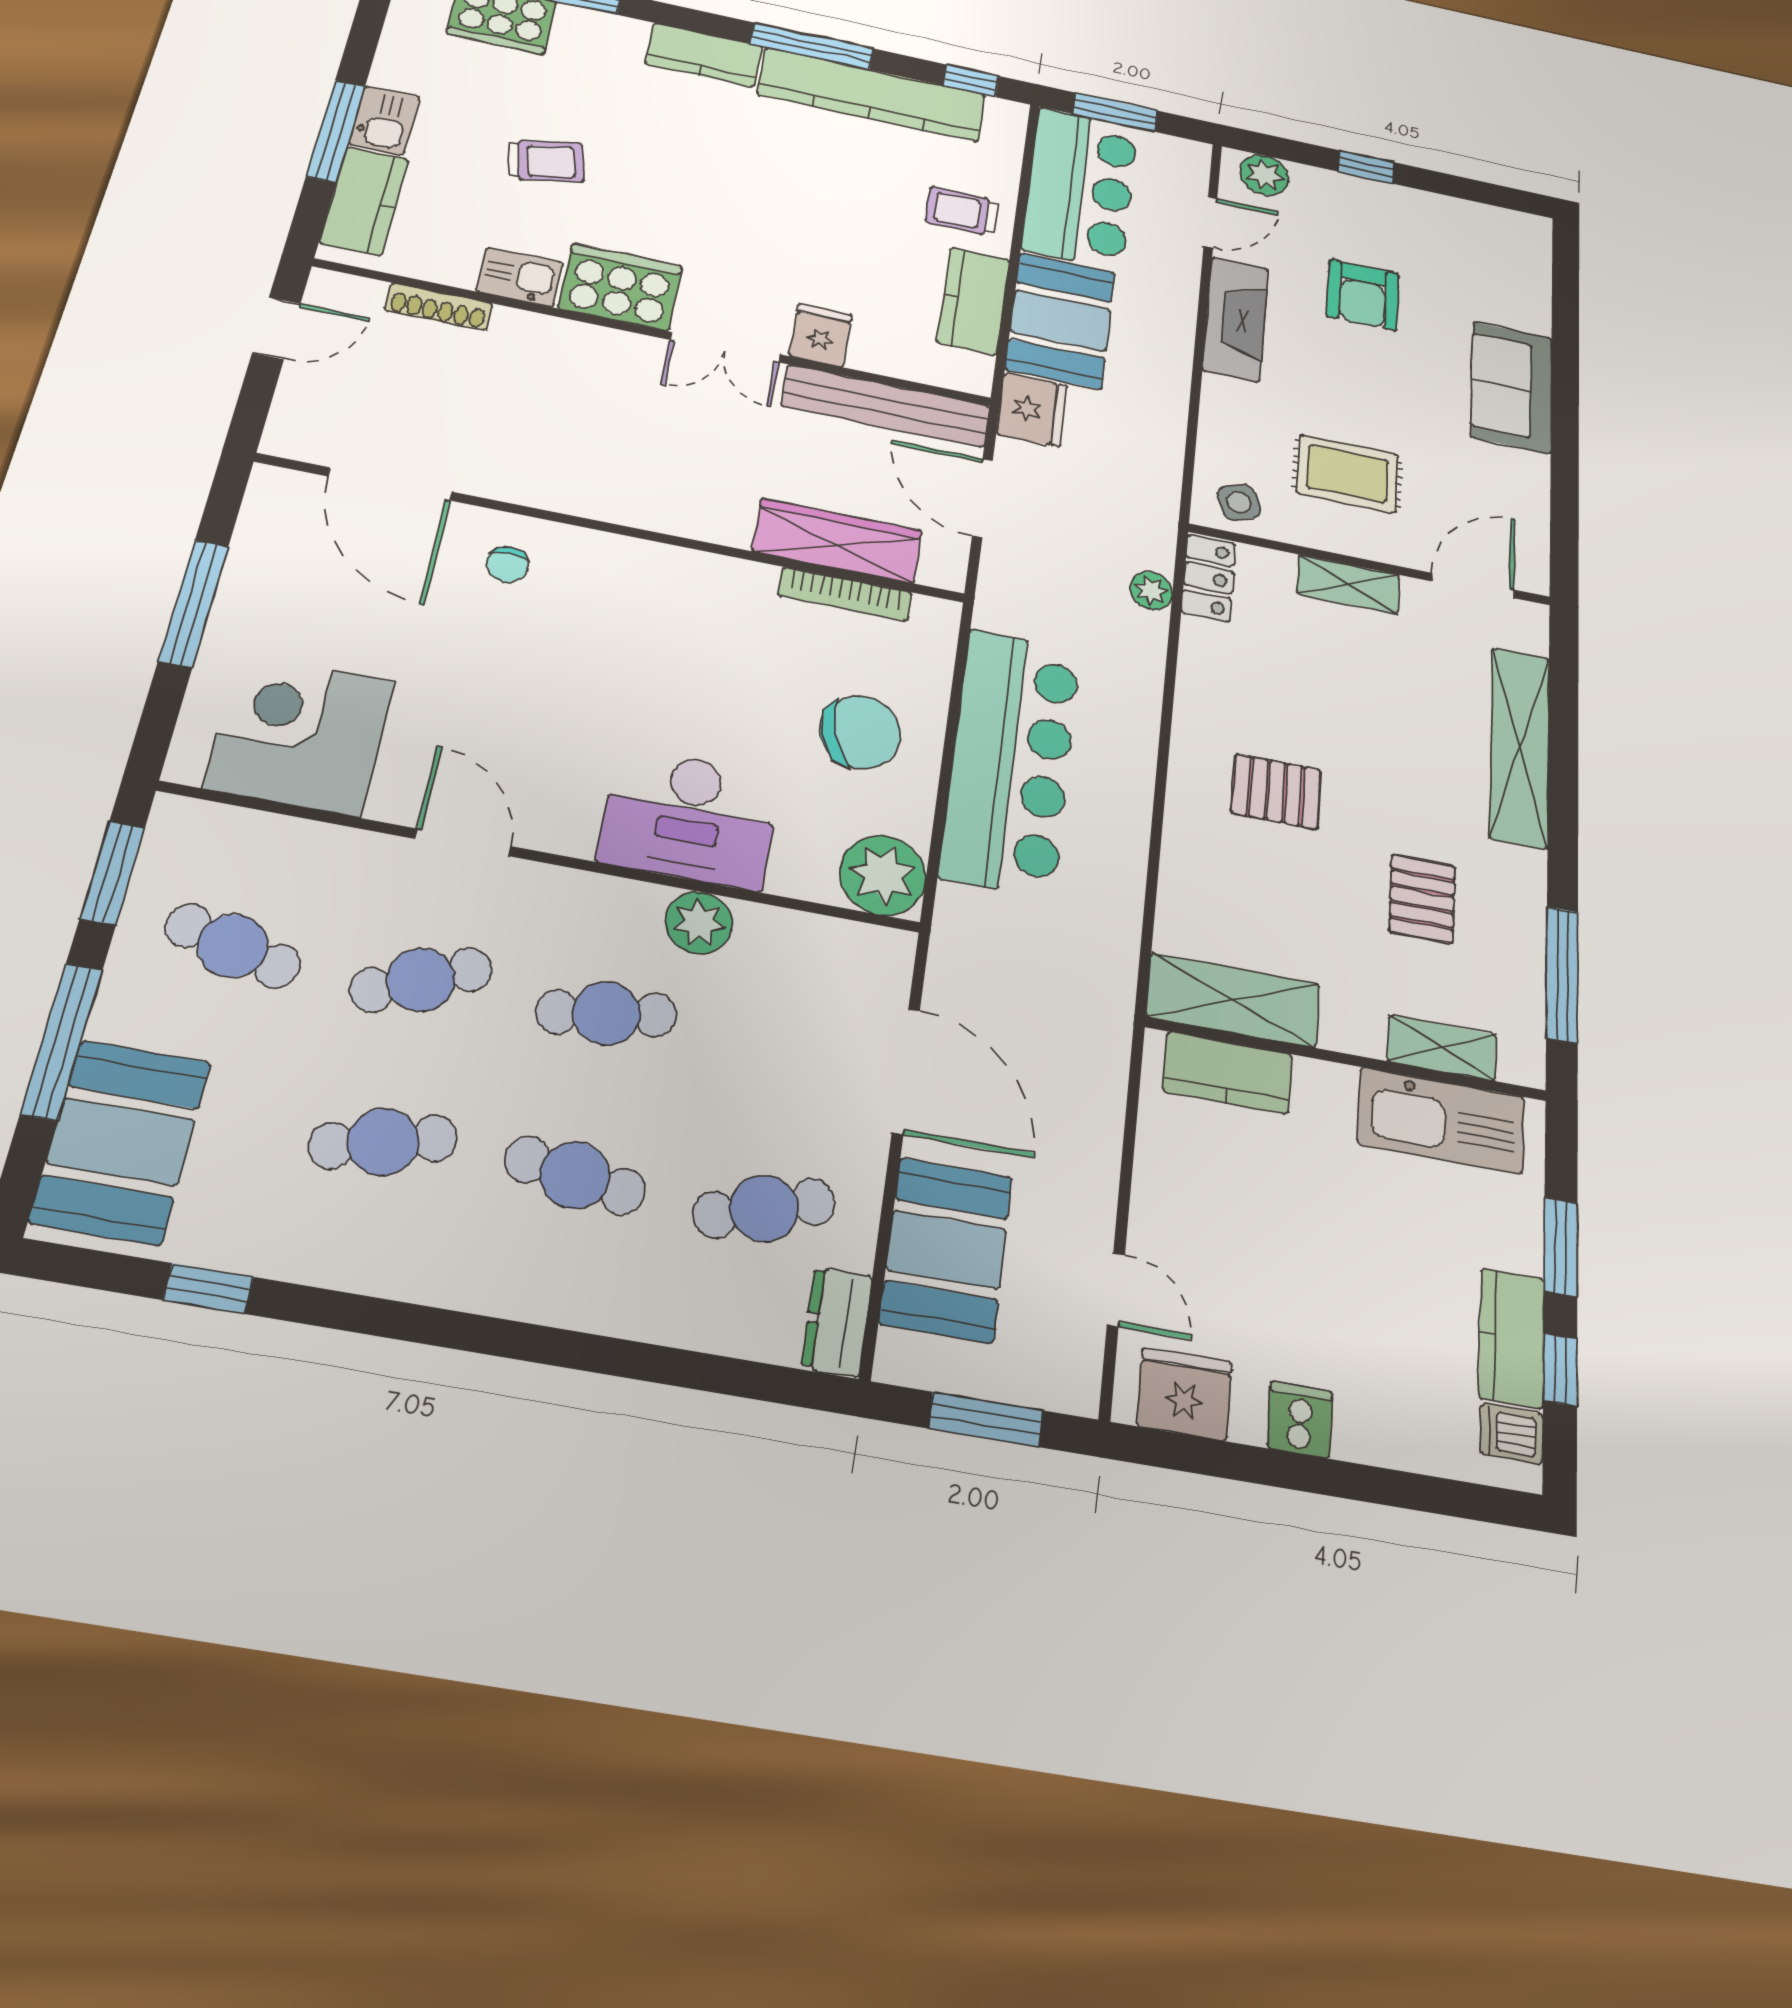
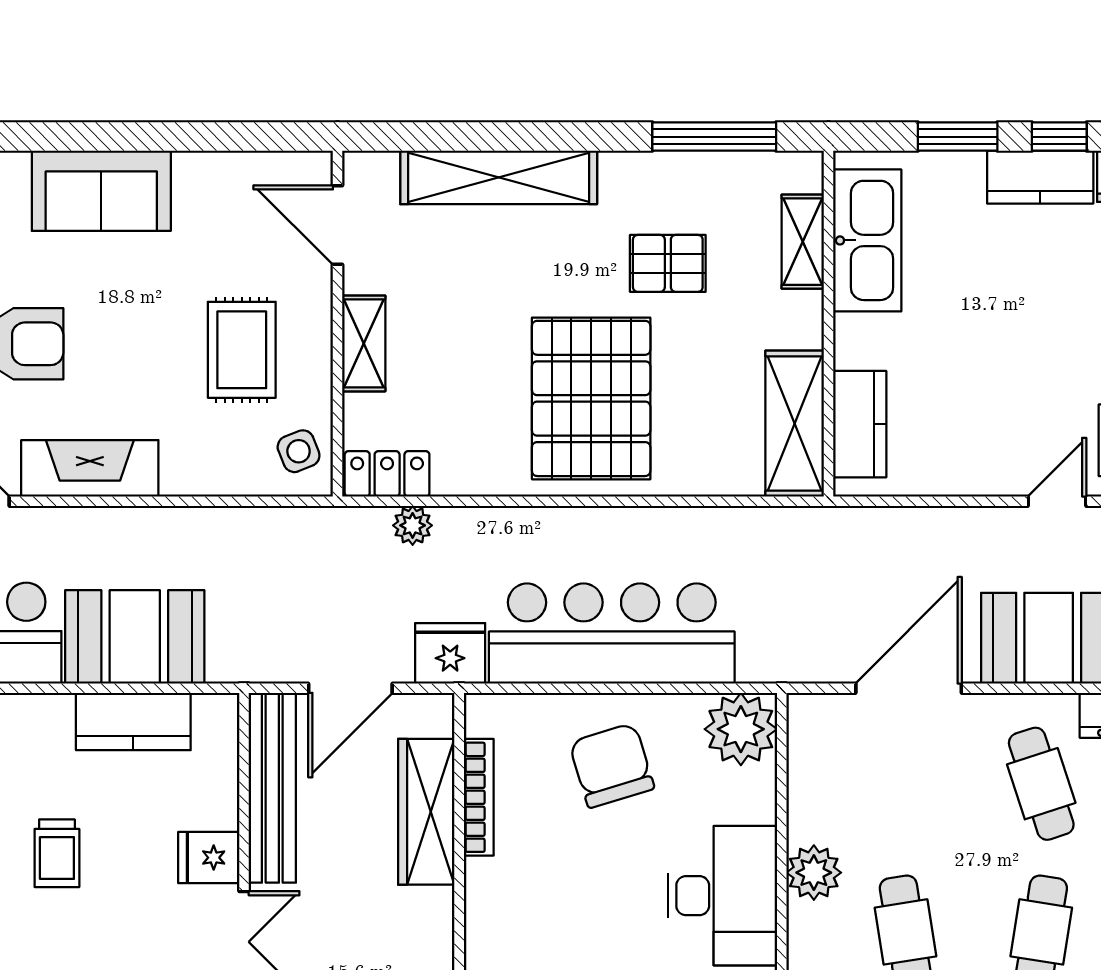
trolley: (962, 211) -> (57, 853), moved
fridge: (1032, 410) -> (450, 653), moved
pallet: (1276, 791) -> (591, 398), width x2.05, depth x2.00

